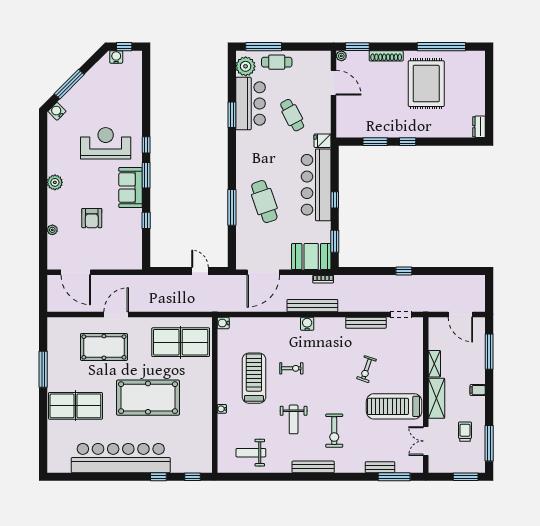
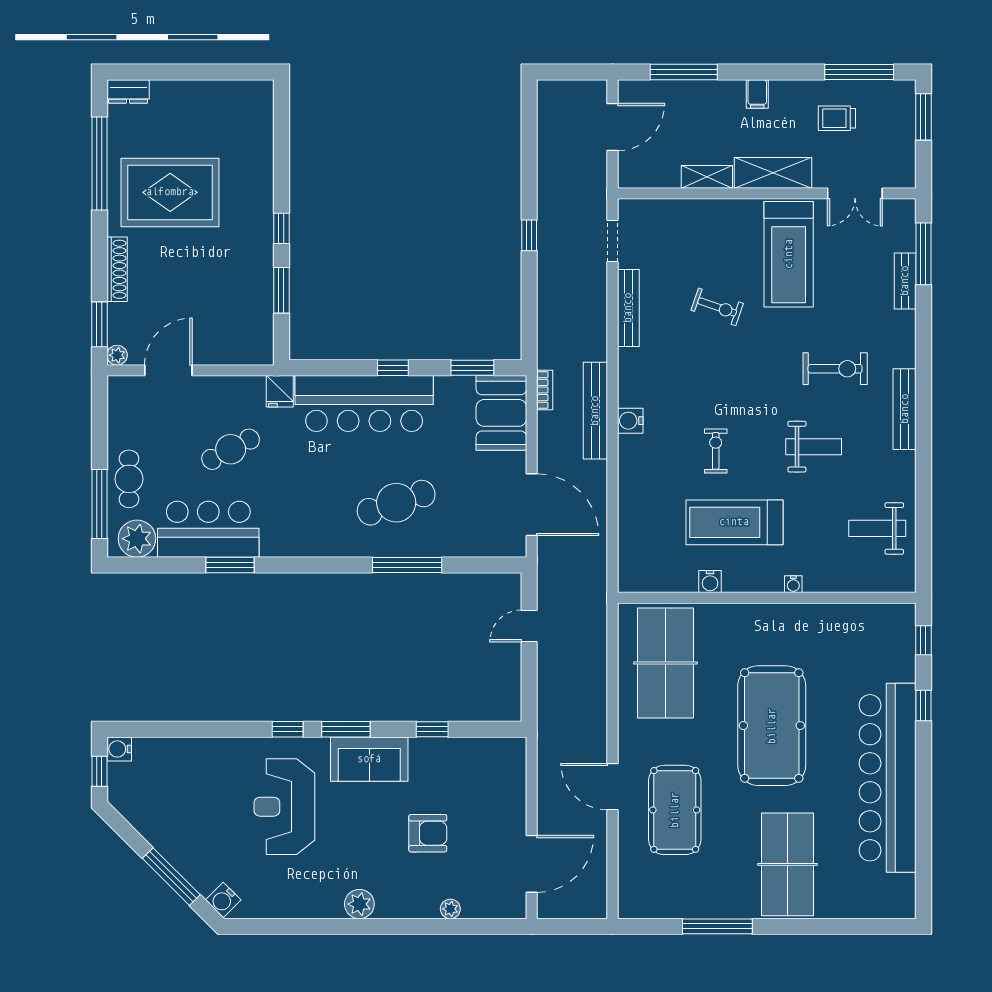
water cooler: (116, 57) -> (119, 749), moved
dresser: (479, 127) -> (128, 91), moved
water cooler: (223, 323) -> (710, 582), moved
weight bench: (251, 453) -> (877, 528), turned 90

